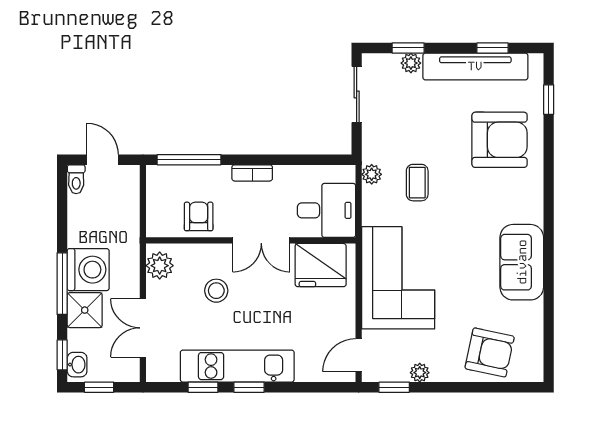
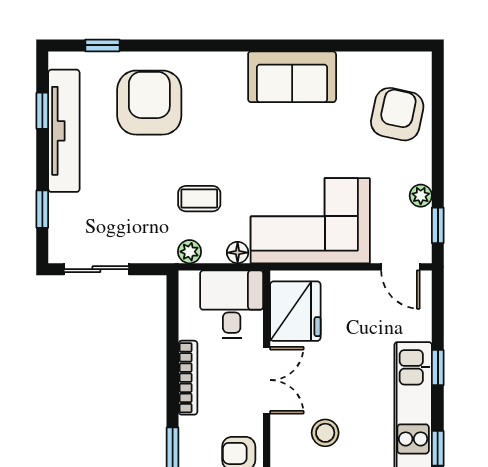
plant: (411, 63) -> (60, 206), removed
bookcase: (252, 173) -> (188, 378), width x1.56
floor lamp: (371, 215) -> (238, 253), added
window: (249, 387) -> (438, 368), moved

